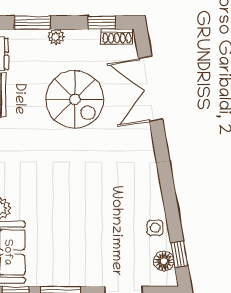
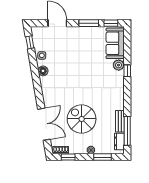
floor lamp: (164, 261) -> (43, 71), moved

